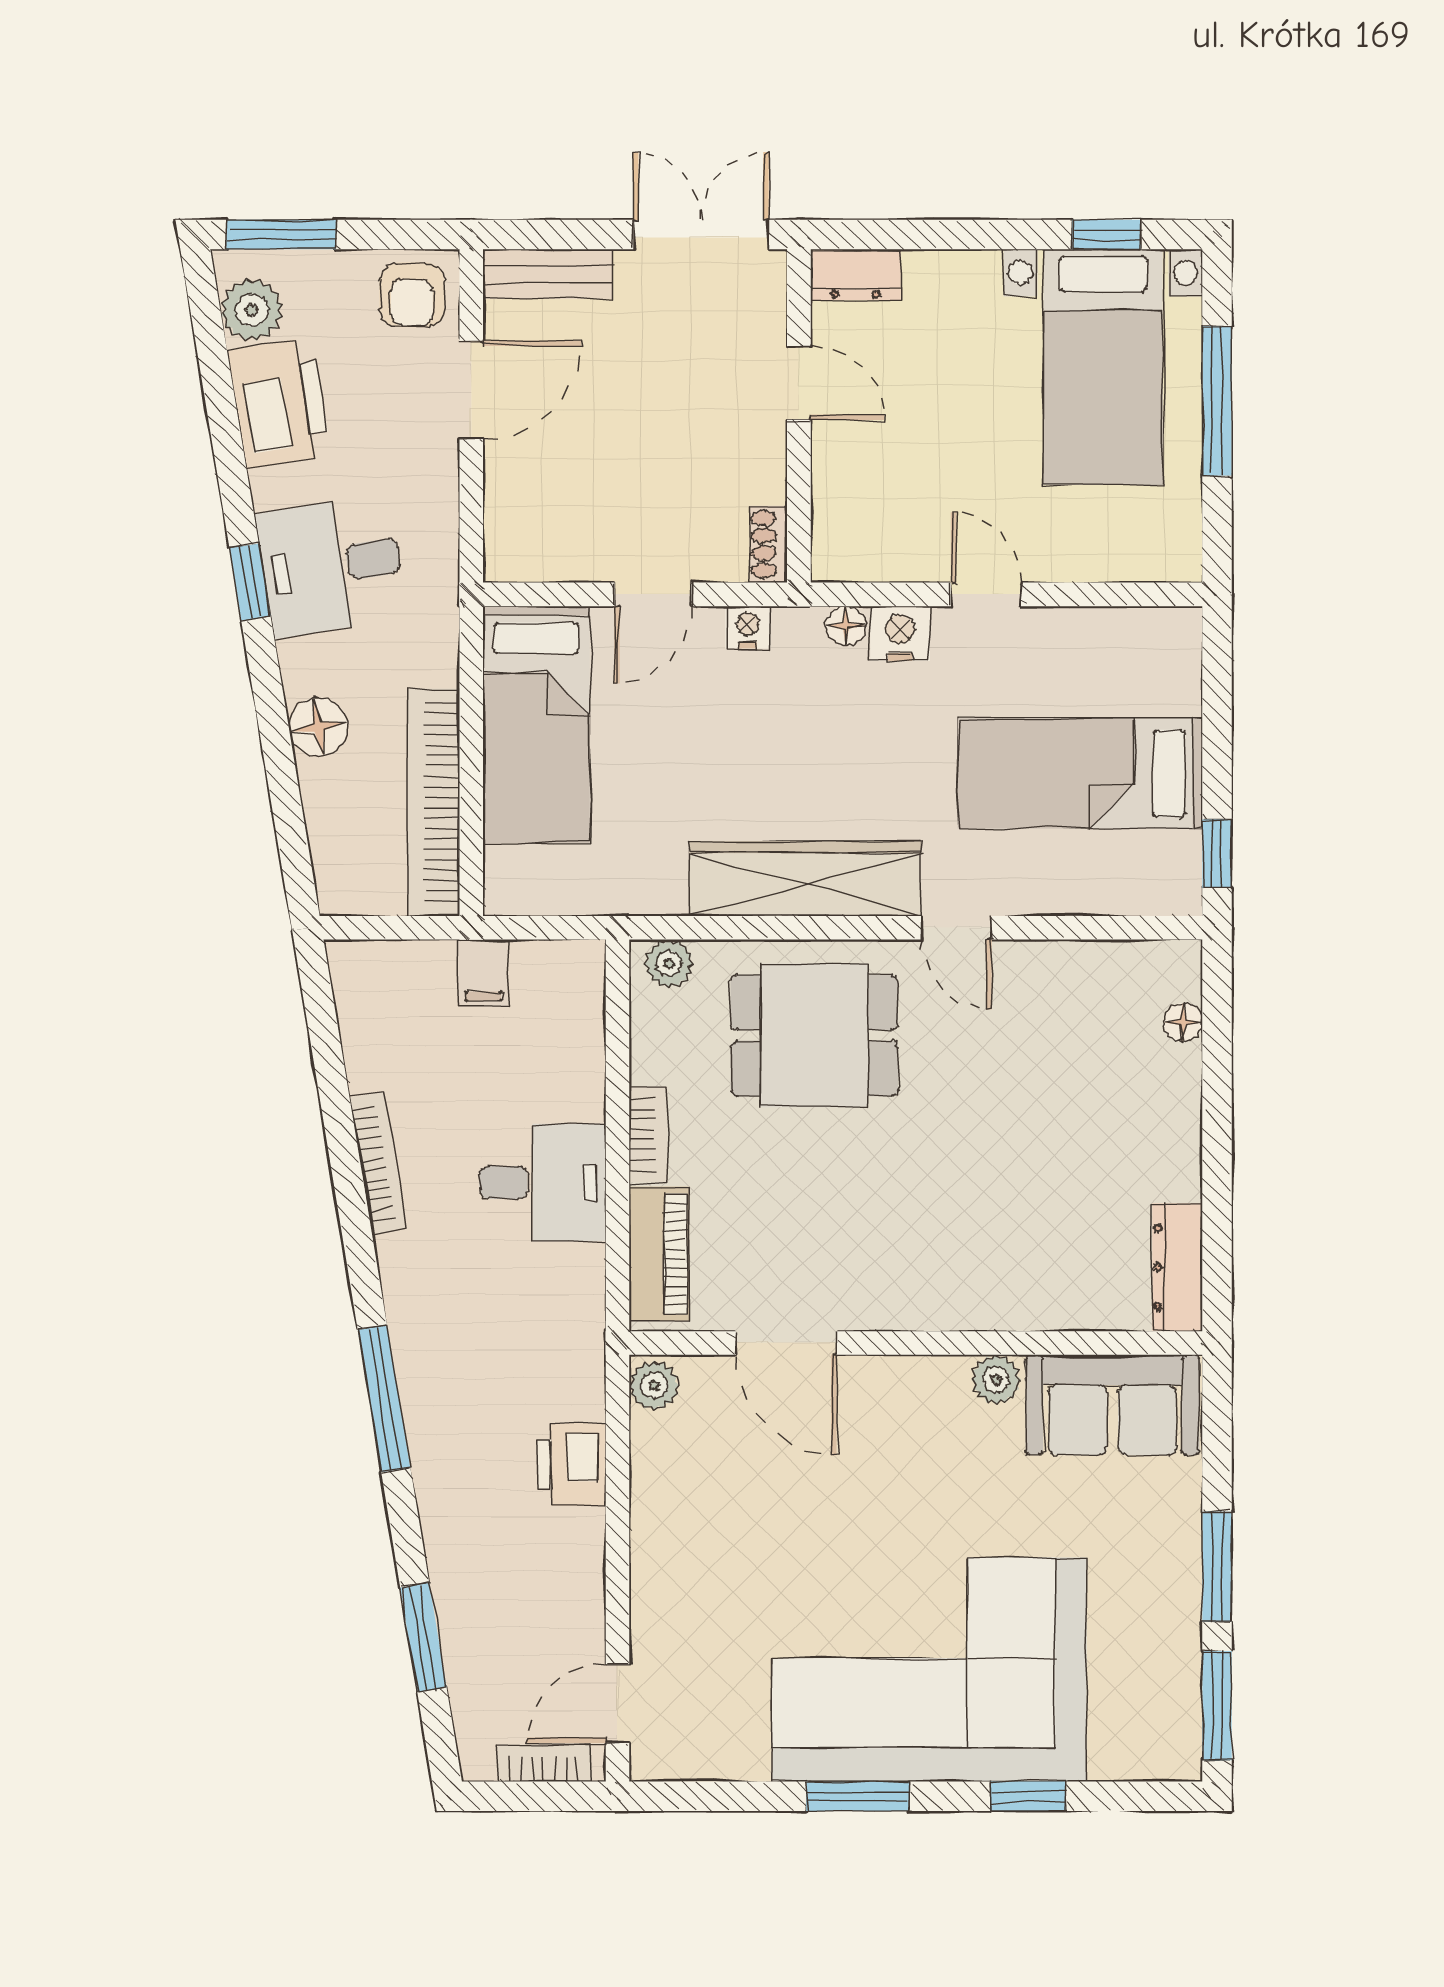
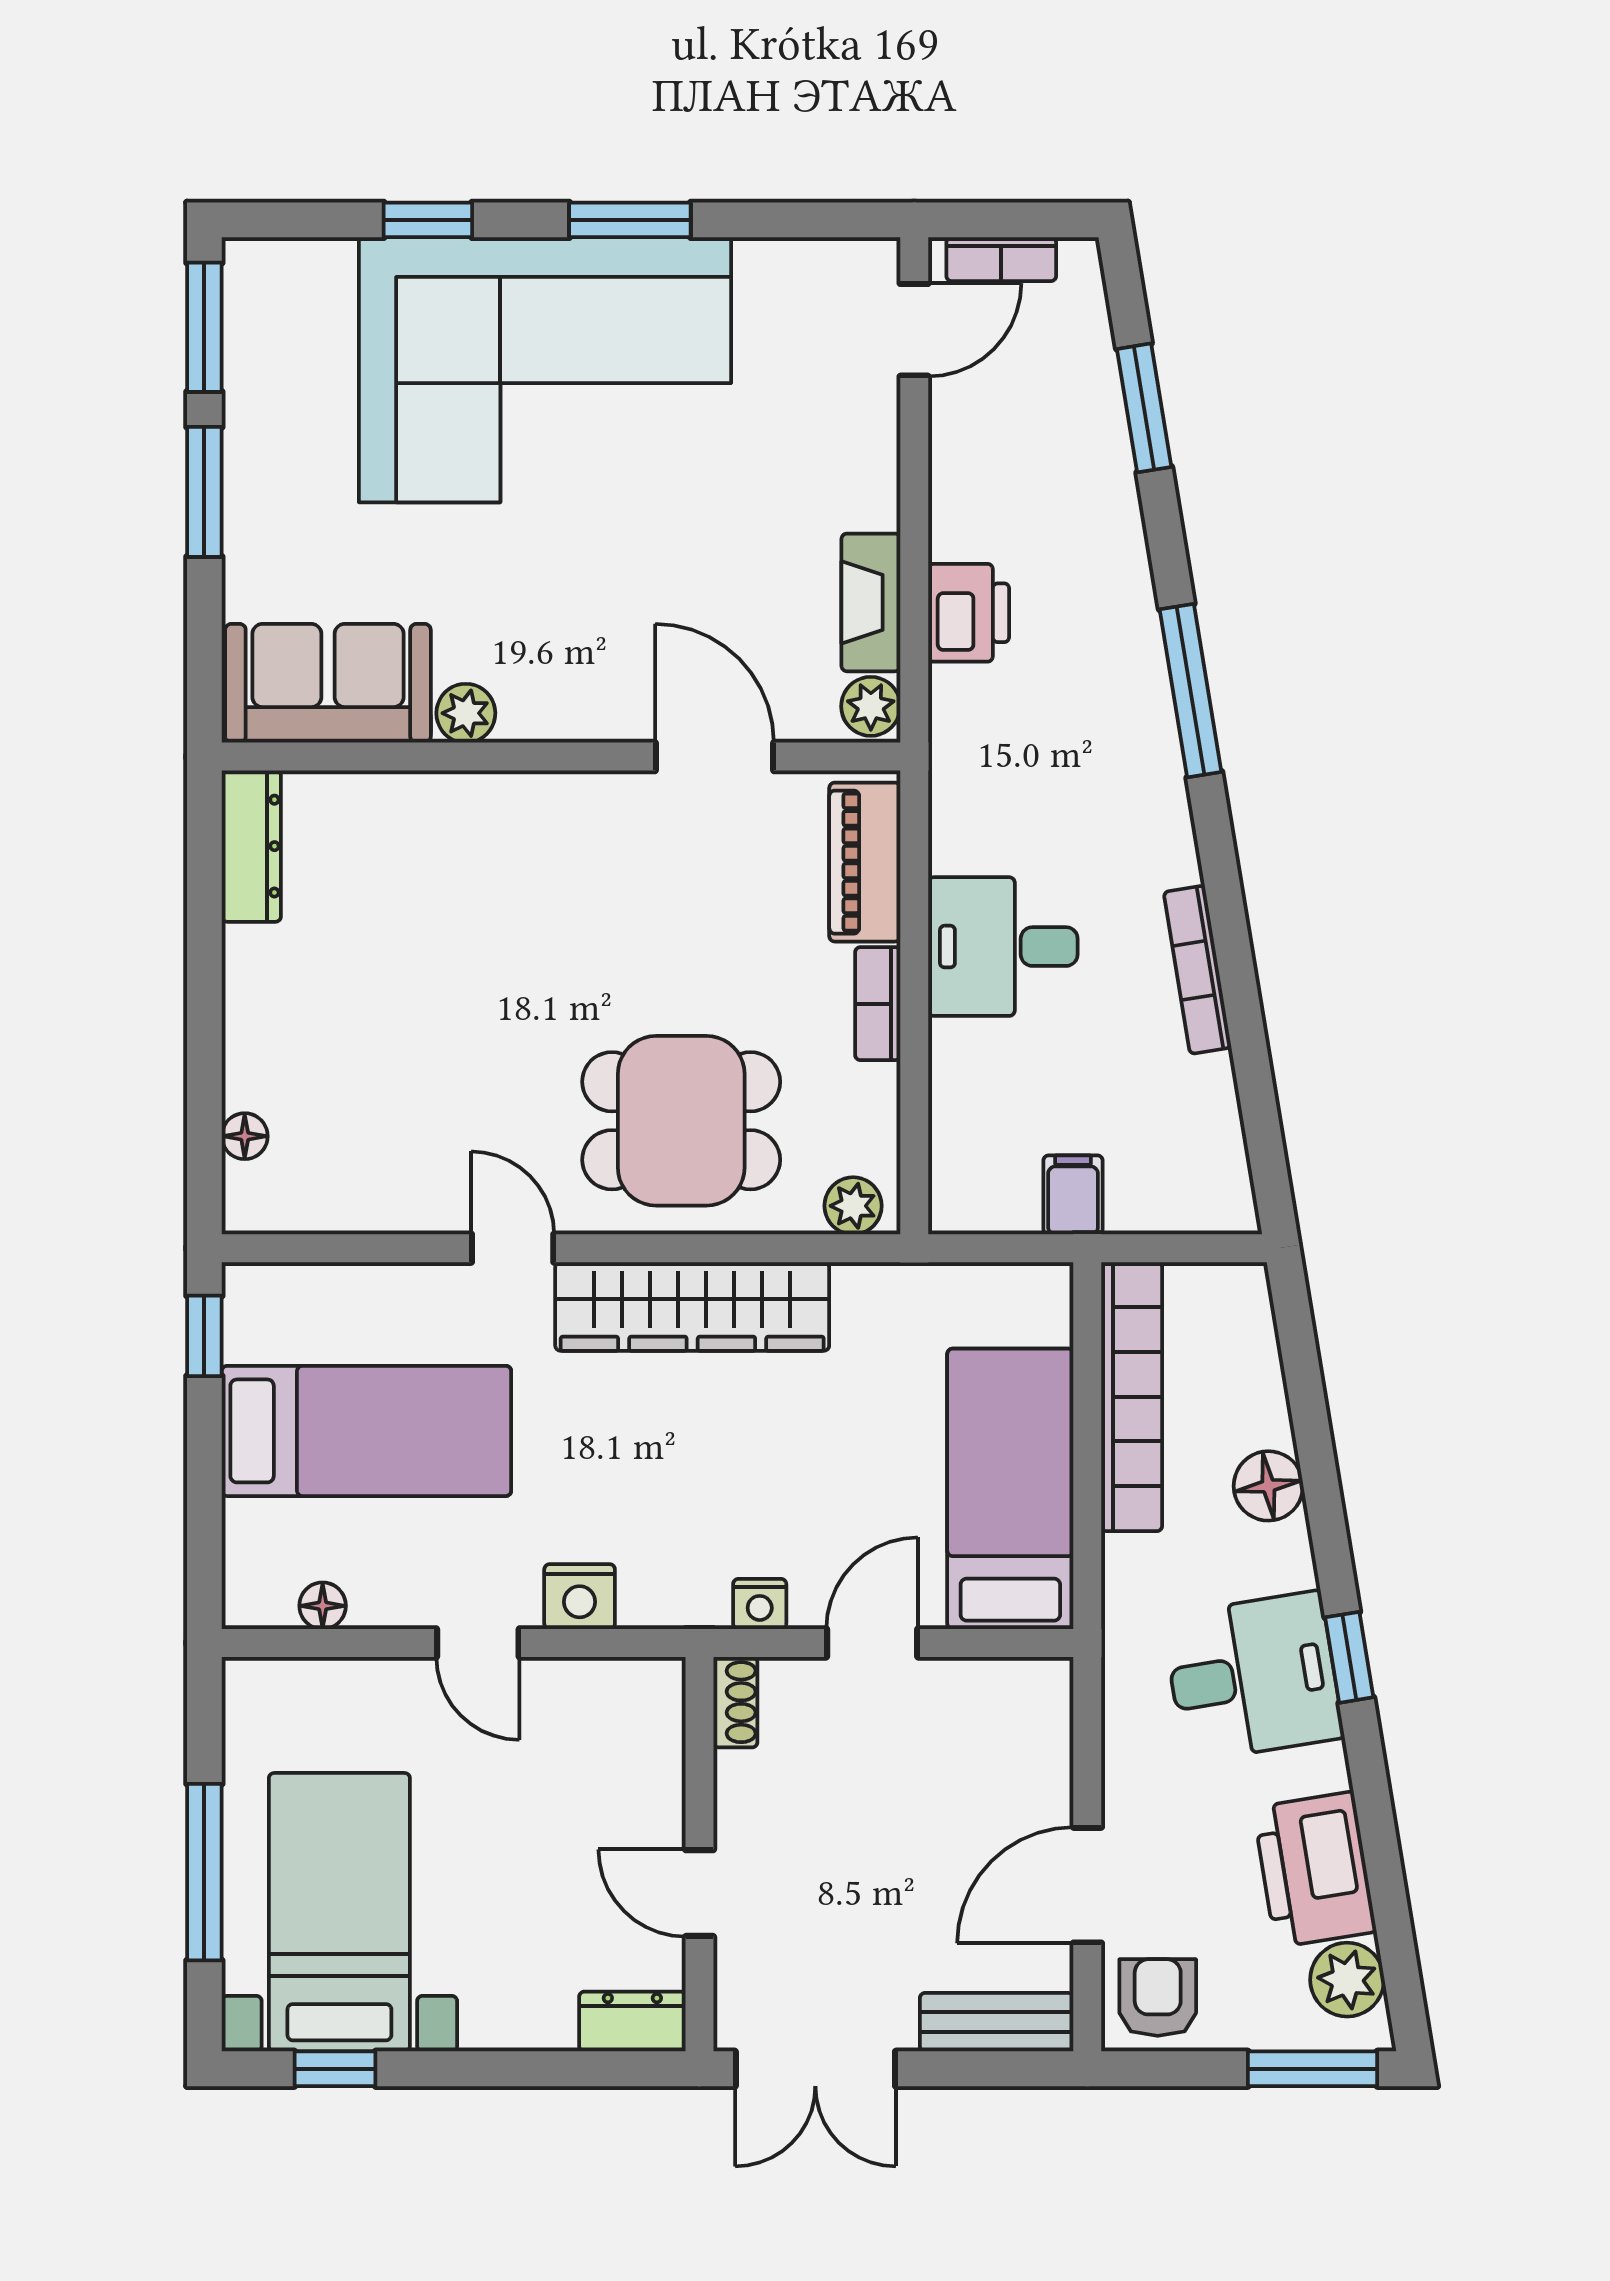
floor lamp: (846, 626) -> (323, 1606), moved
fireplace: (654, 1473) -> (871, 602), added

